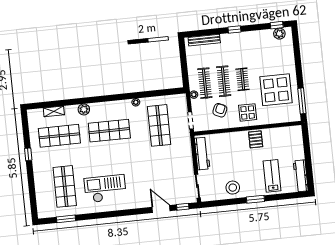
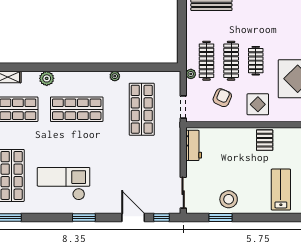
workbench: (202, 153) -> (194, 145), width x0.73
window: (255, 199) -> (221, 217), moved
window: (123, 213) -> (84, 217), added

